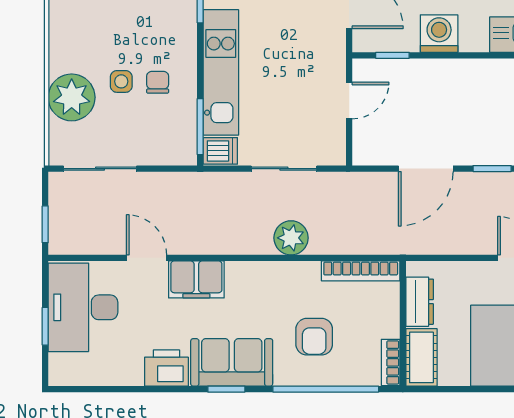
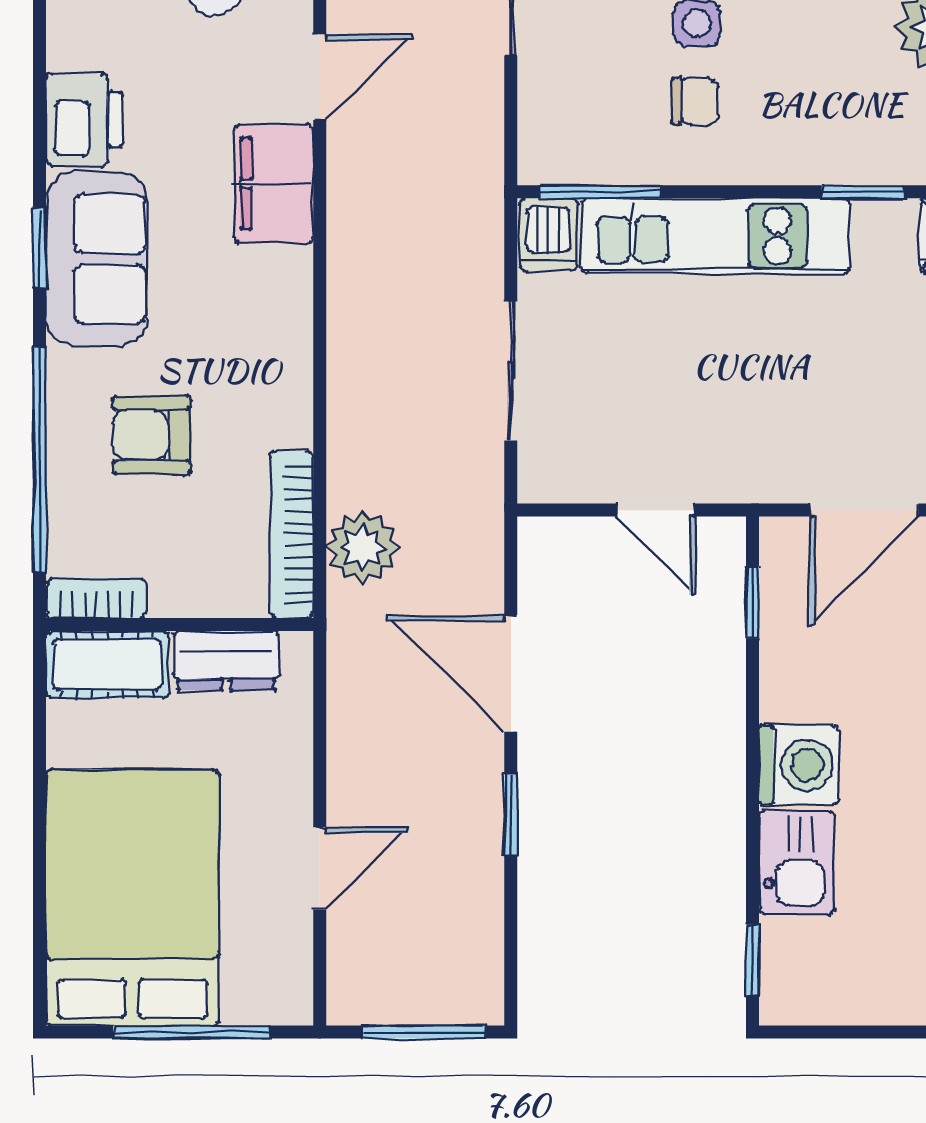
washing machine: (439, 34) -> (799, 765), moved
plant: (291, 238) -> (363, 548), moved

